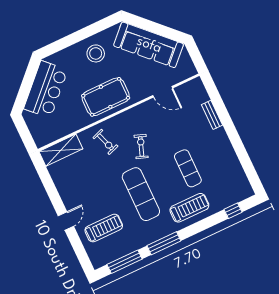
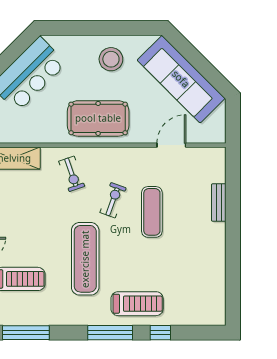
door: (163, 92) -> (171, 145), swing flipped
exercise mat: (188, 168) -> (152, 212), moved
window: (233, 211) -> (160, 333), moved
window: (164, 243) -> (110, 333), moved

